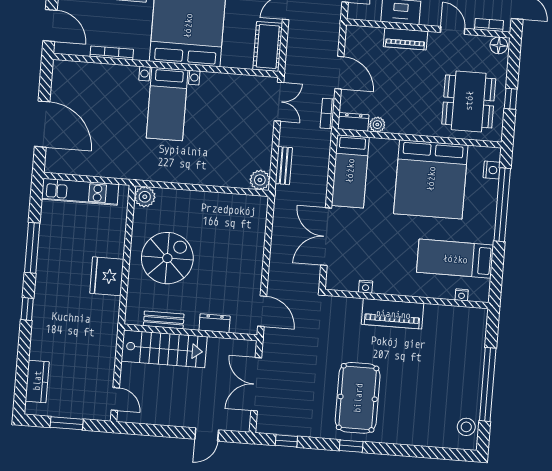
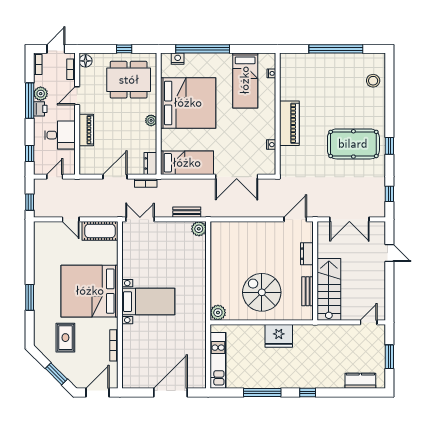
plant: (377, 125) -> (151, 120), moved
stool: (466, 427) -> (373, 81), moved

